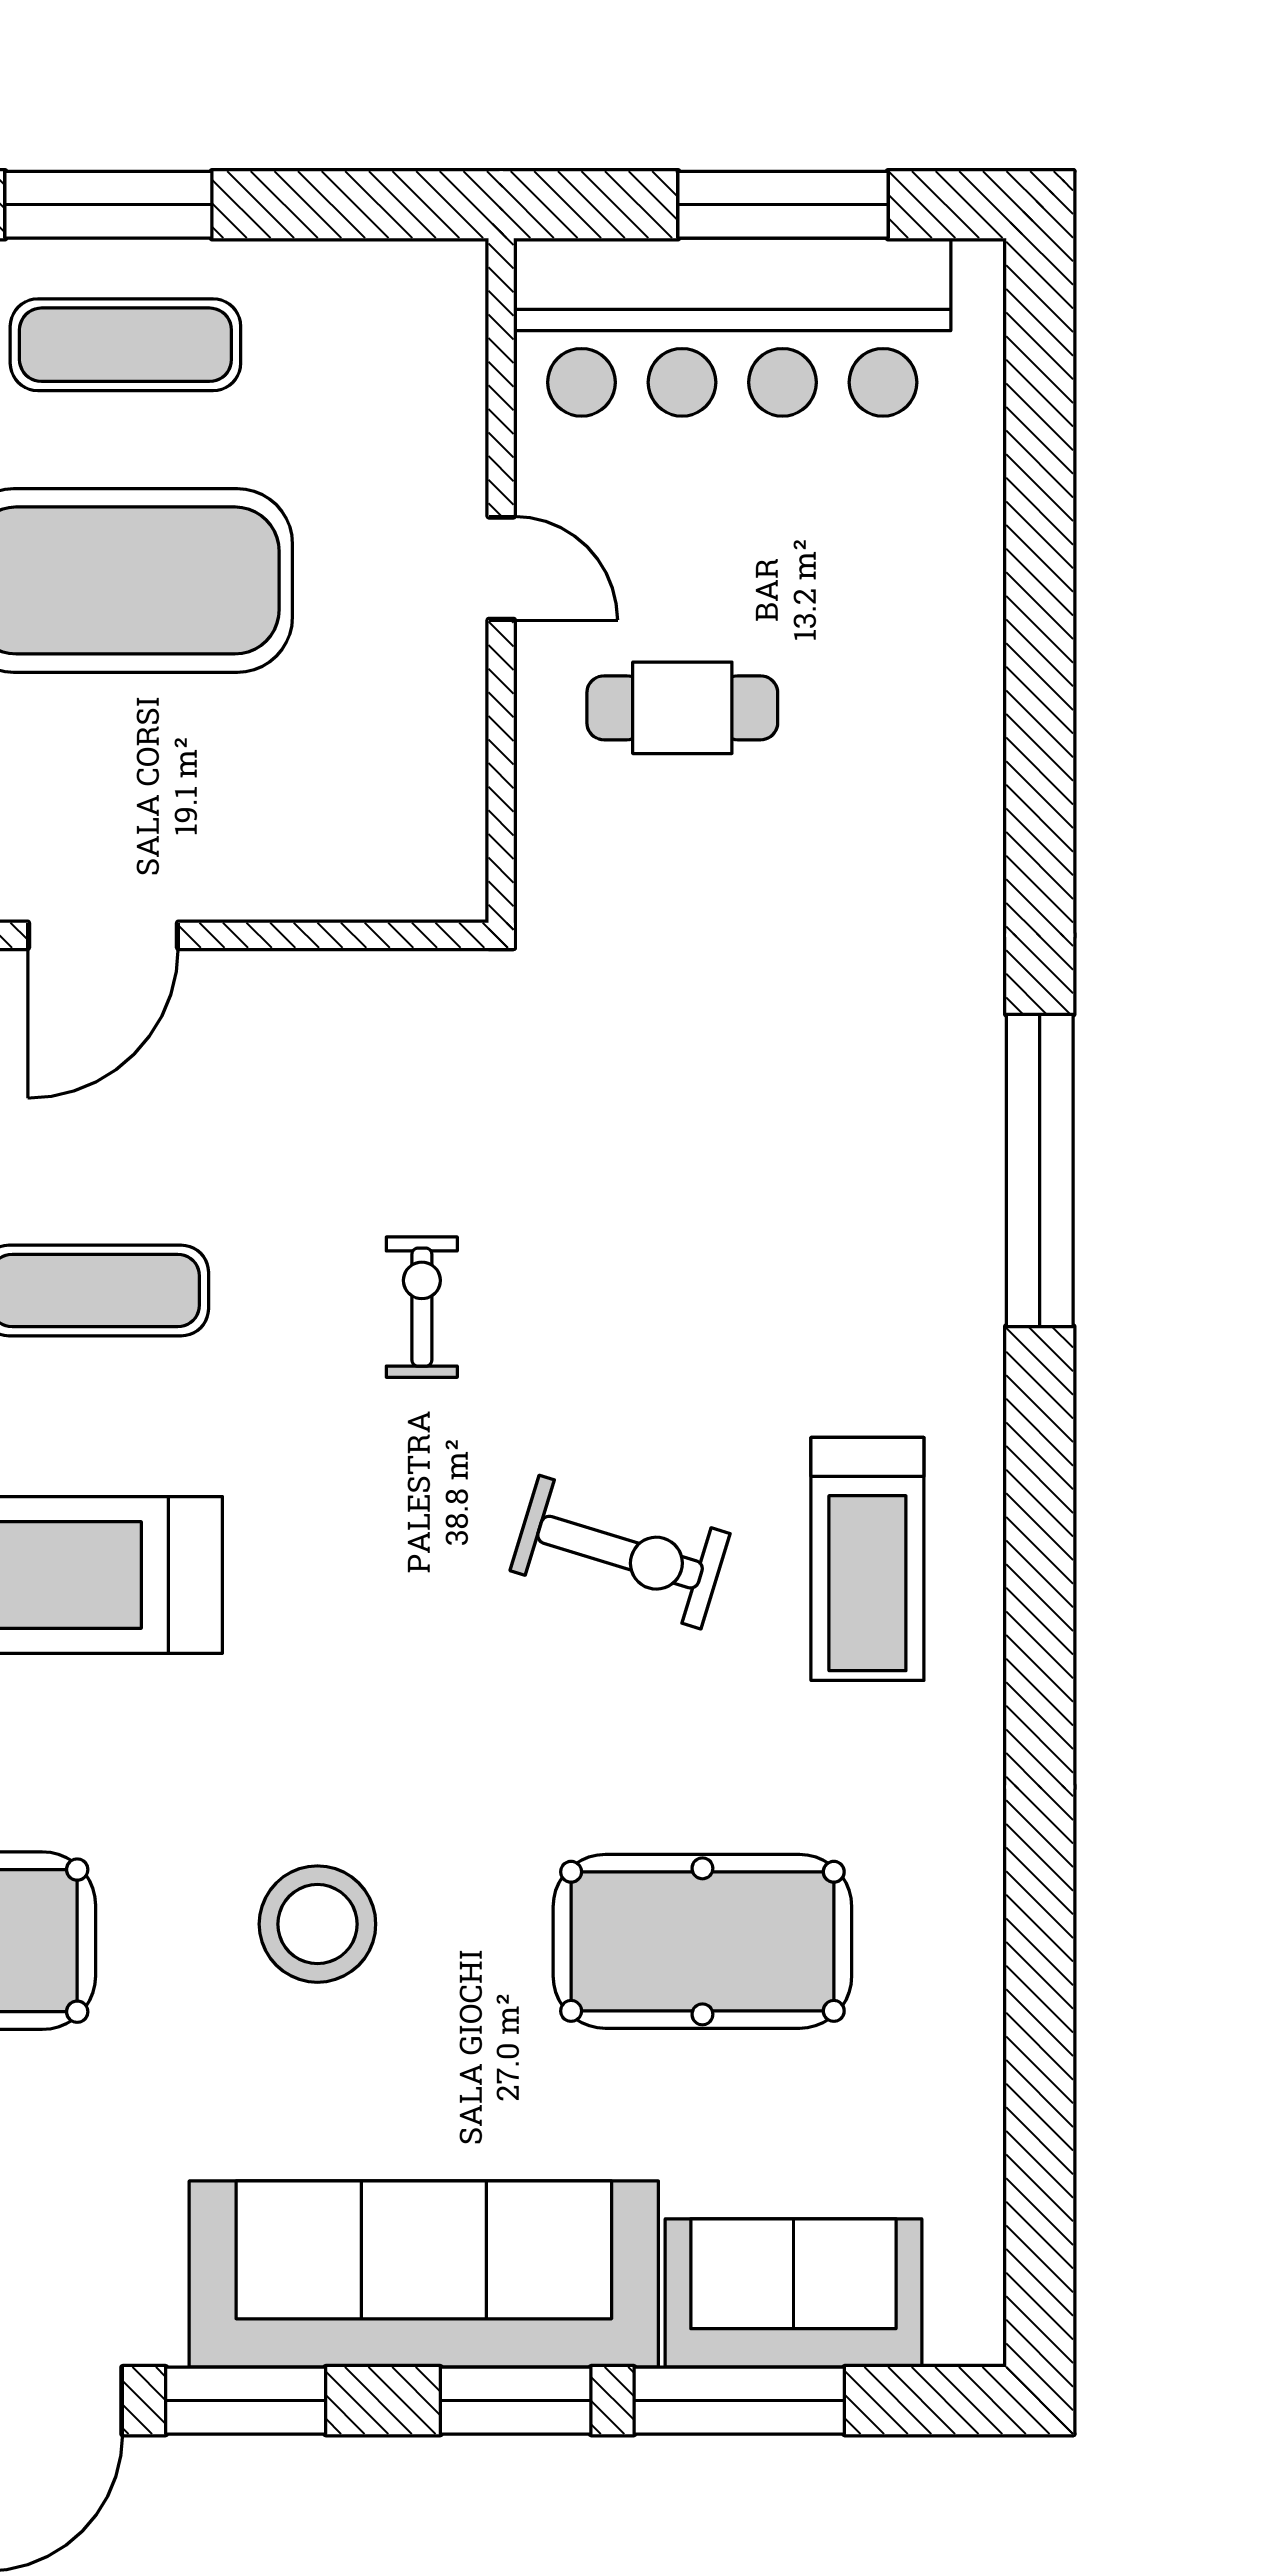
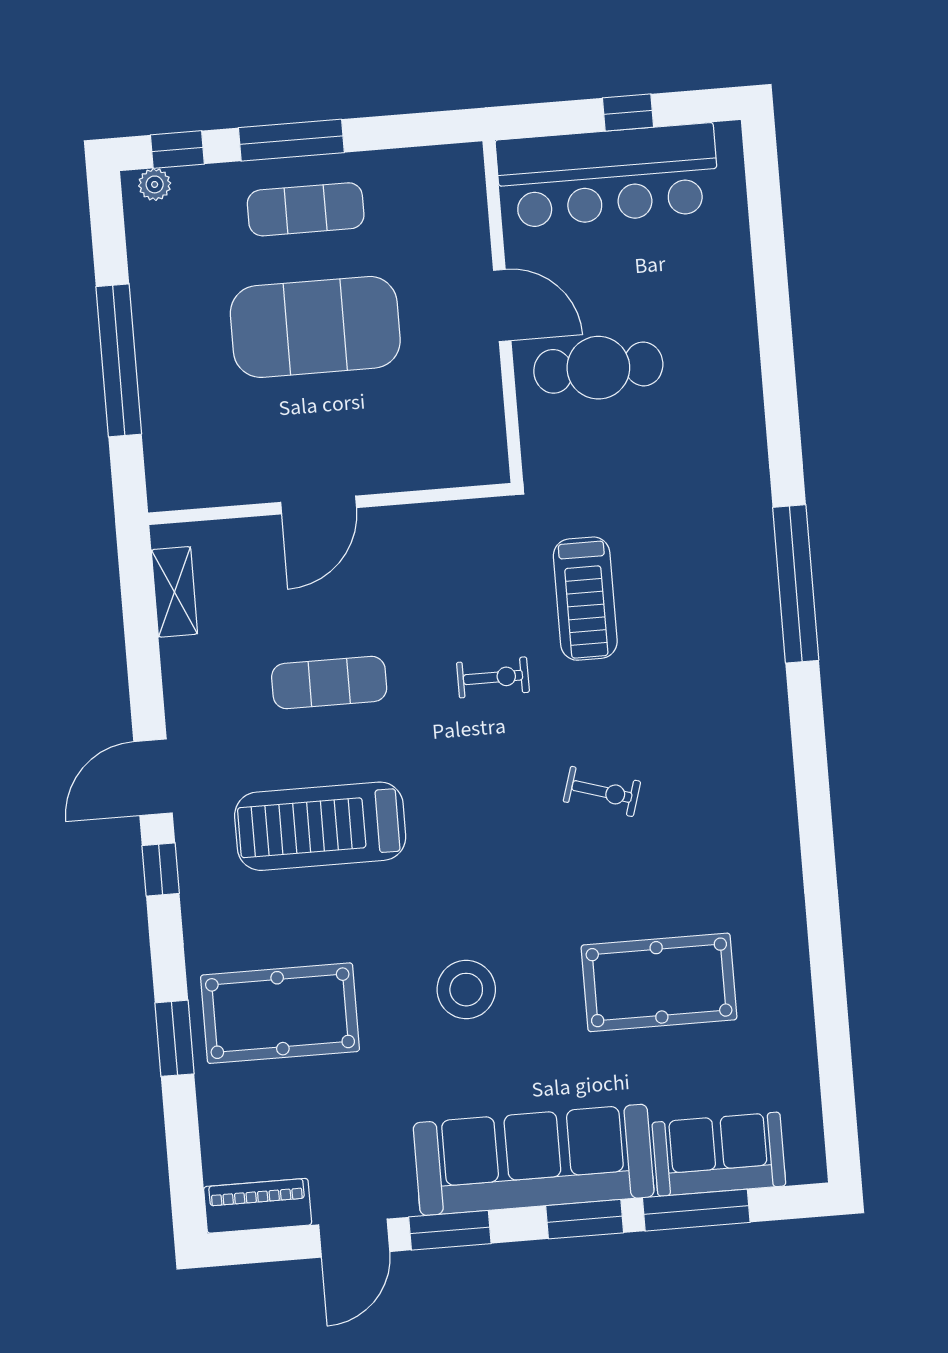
window: (783, 205) -> (628, 112), width x0.46
door: (501, 568) -> (502, 305), width x1.38
cafe table: (682, 708) -> (598, 368), width x1.37, depth x1.35
exercise bike: (422, 1307) -> (493, 677), turned 90
exercise bike: (620, 1552) -> (602, 791), width x0.73, depth x0.72
treadmill: (867, 1559) -> (585, 599), moved

